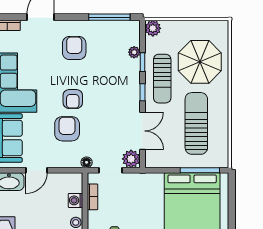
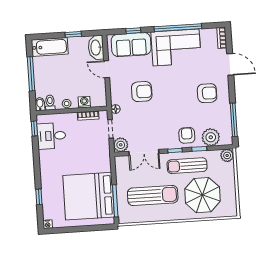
plant: (134, 52) -> (211, 137), width x1.88, depth x1.88
armchair: (73, 99) -> (187, 135), moved, turned 90

